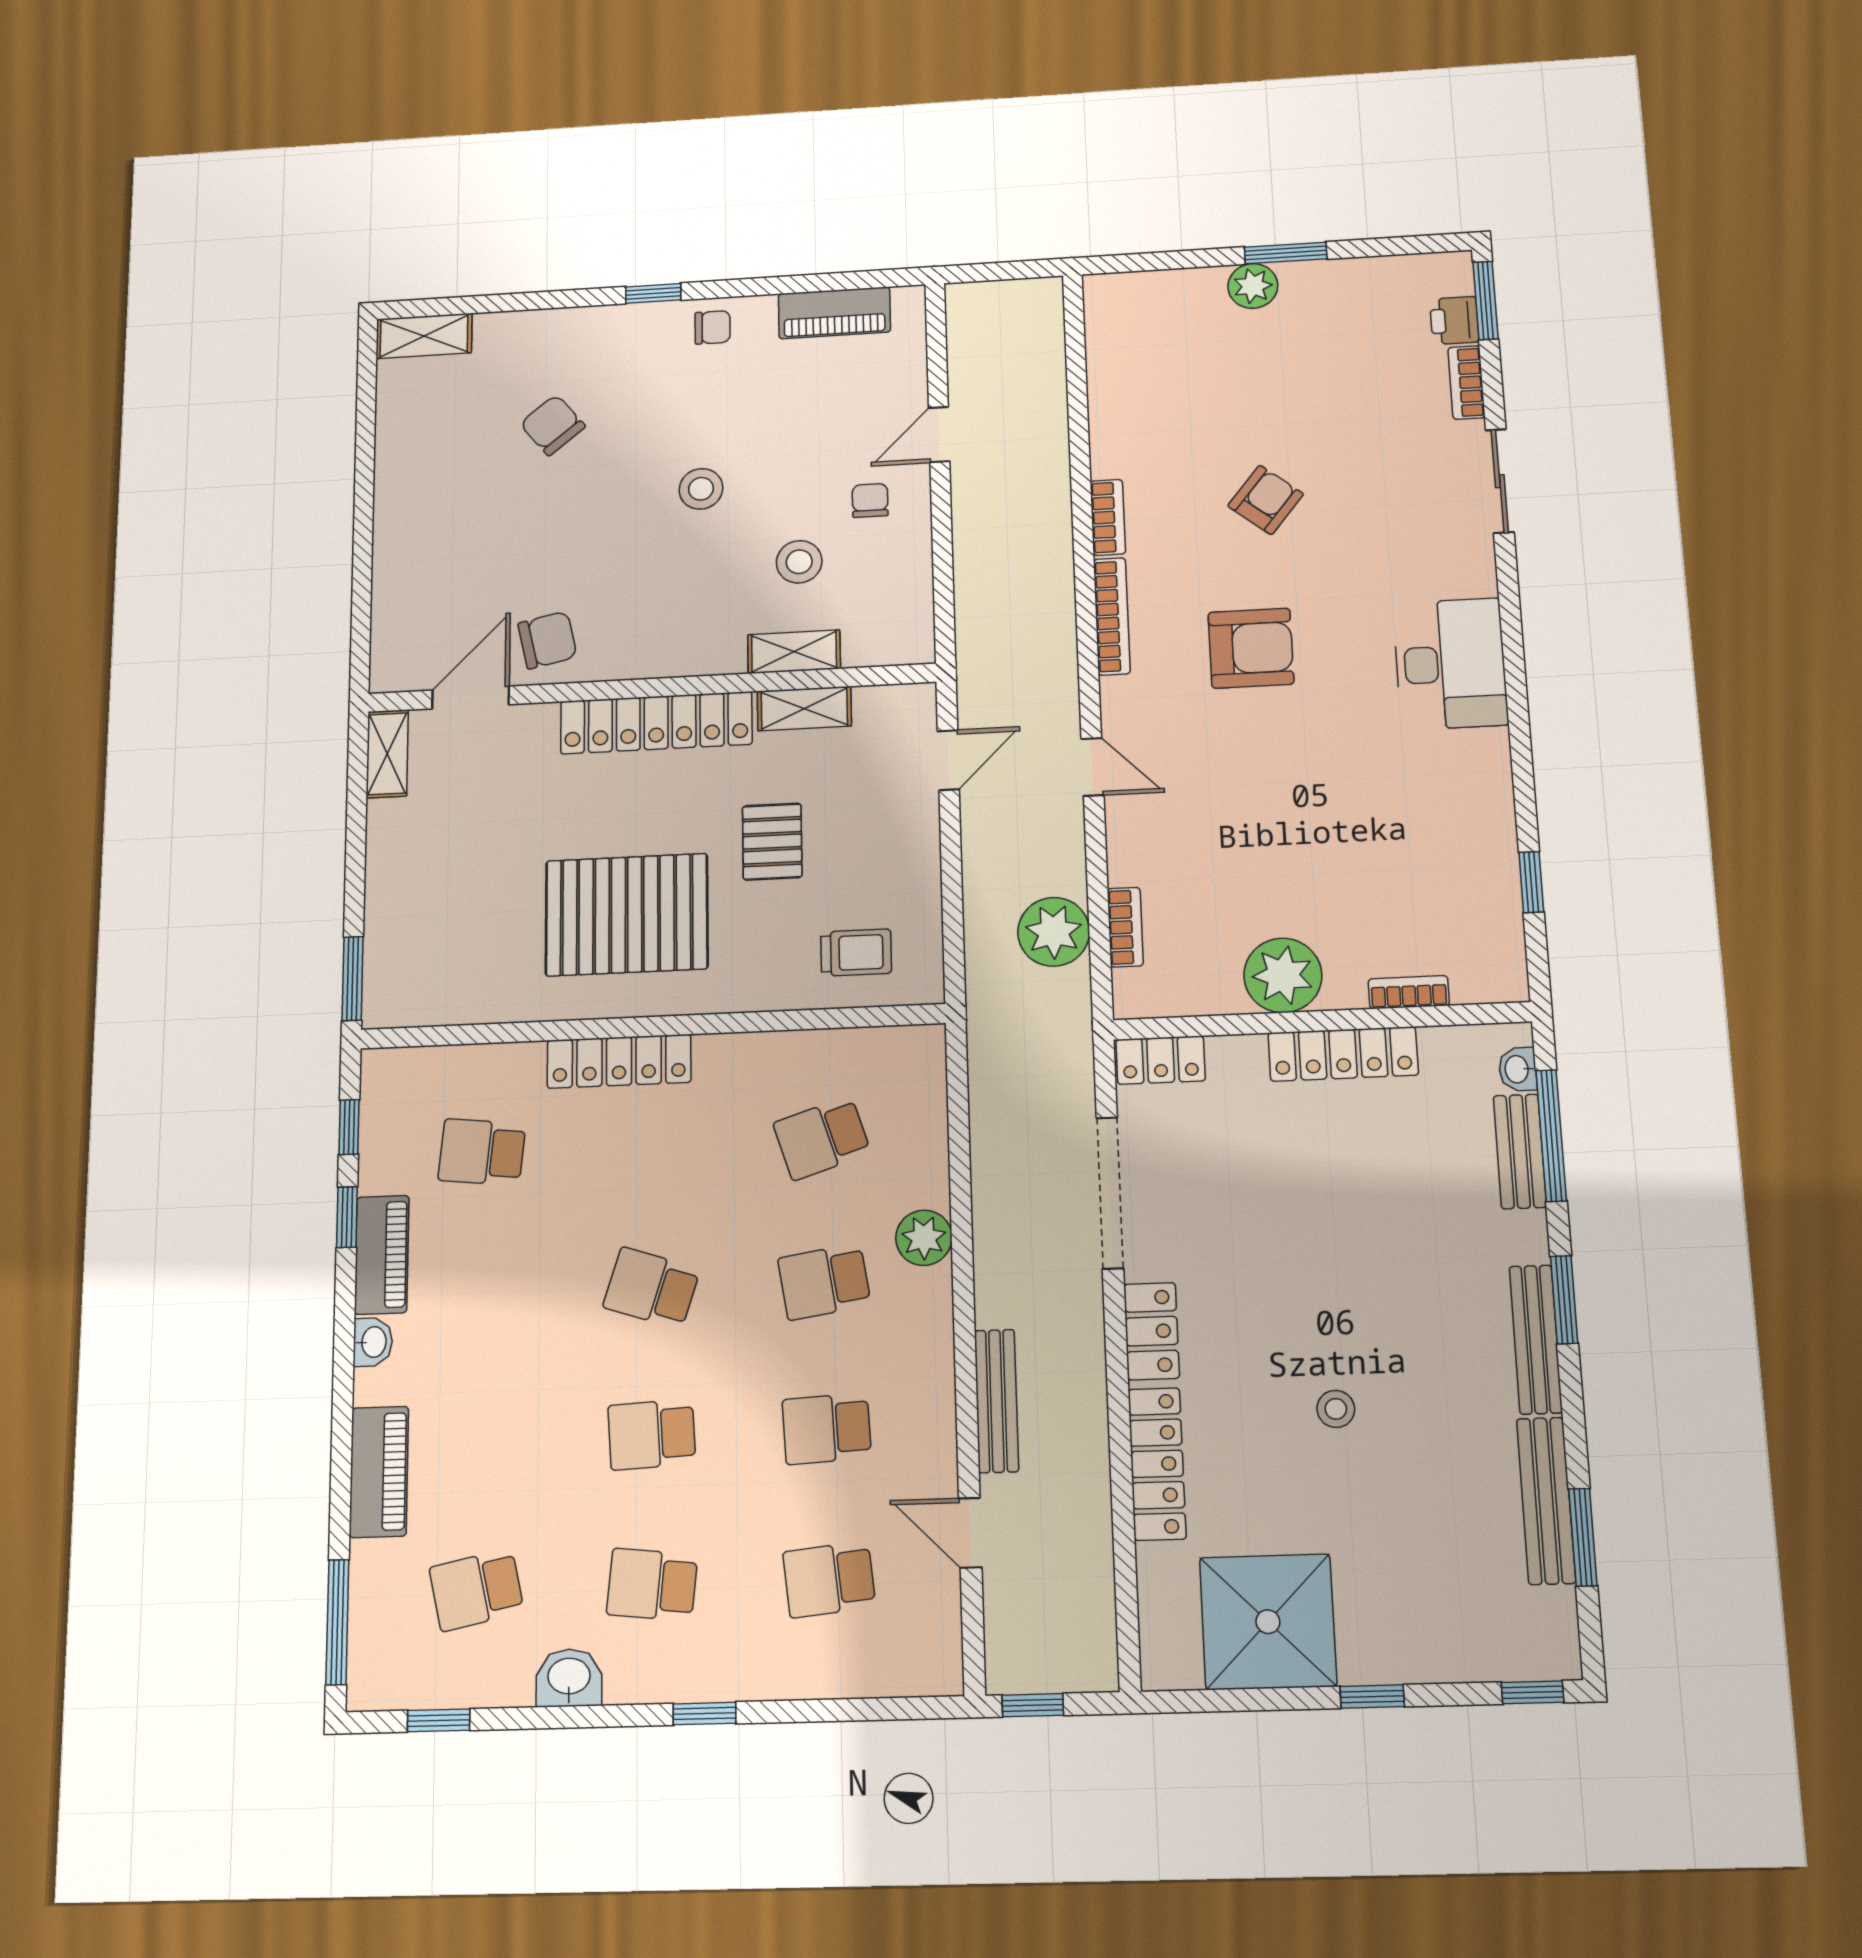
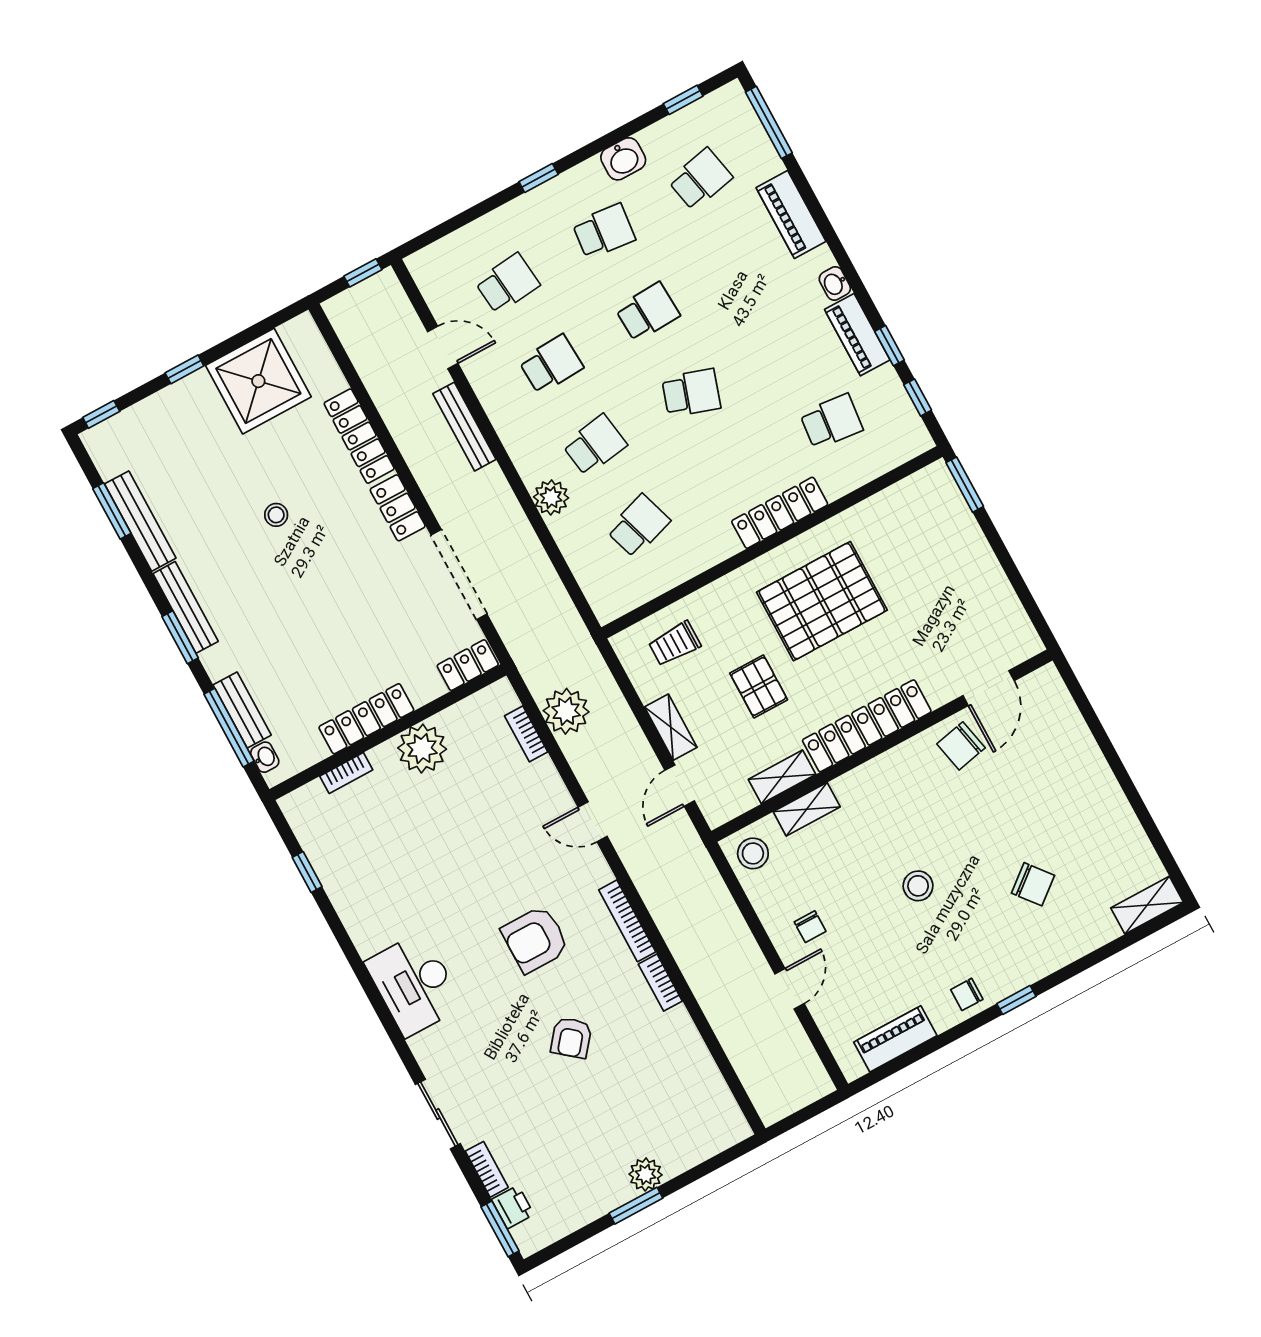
stool: (799, 562) -> (753, 853), moved
shelving: (387, 754) -> (671, 727), moved

